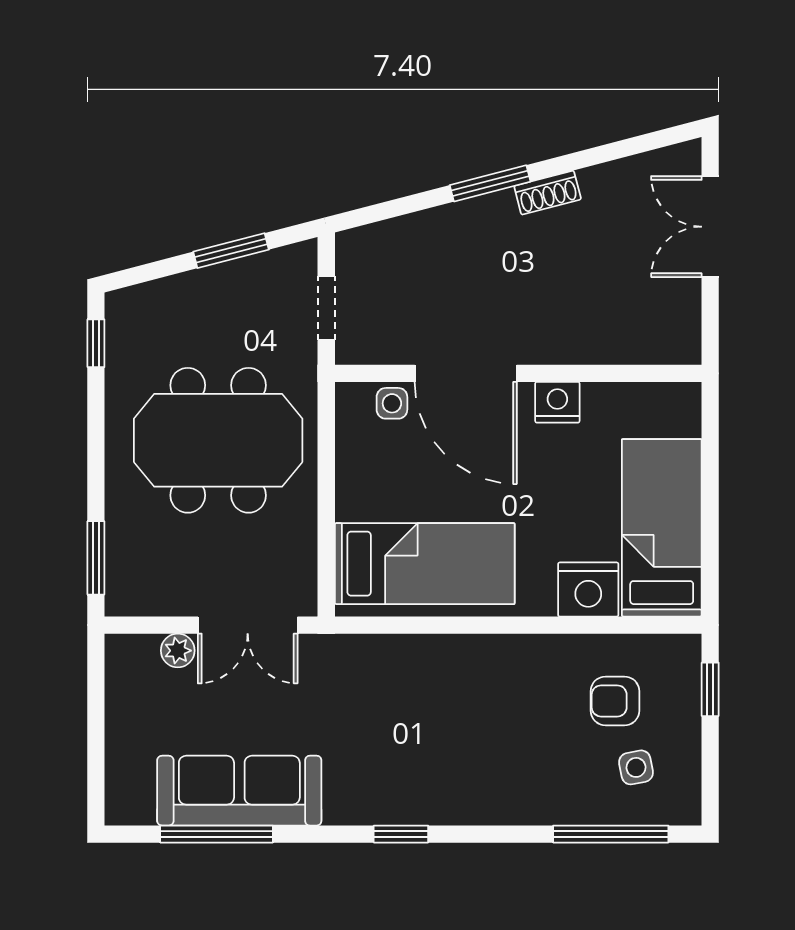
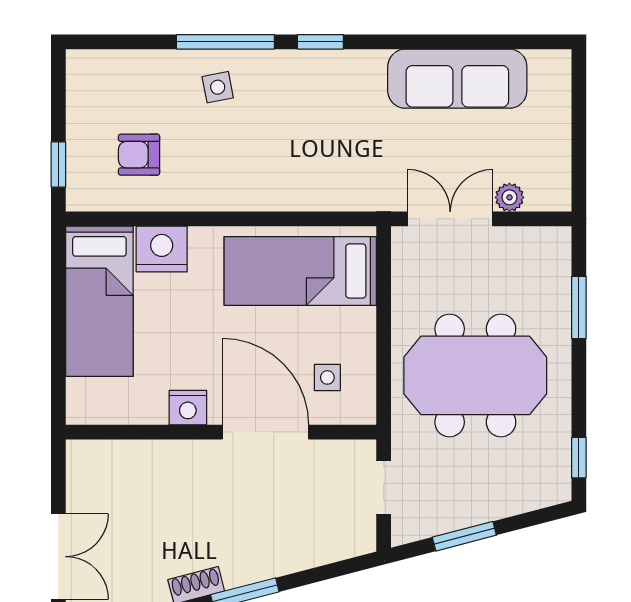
side table: (392, 403) -> (327, 377), moved
window: (96, 558) -> (579, 307), moved
armchair: (615, 701) -> (139, 155), turned 180
side table: (636, 767) -> (218, 87), moved
window: (217, 834) -> (477, 42), removed
window: (611, 834) -> (225, 42), moved

